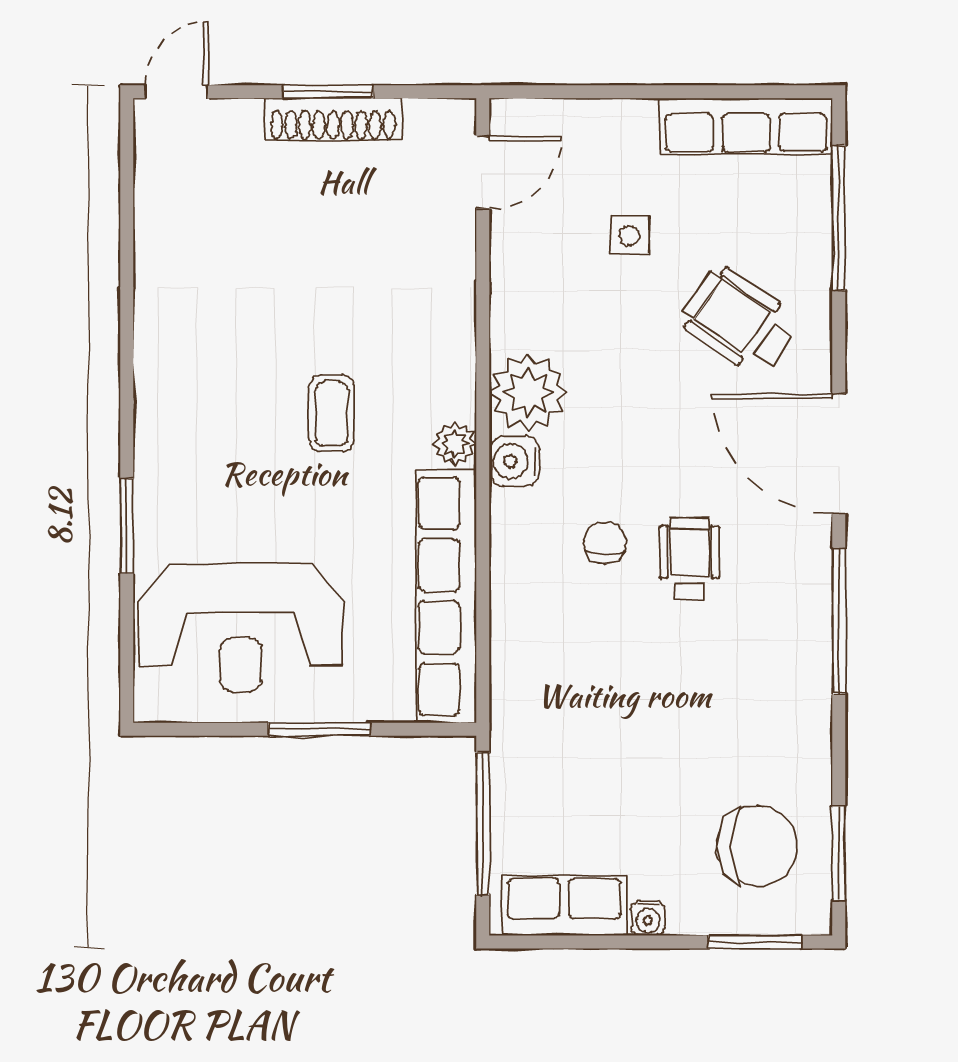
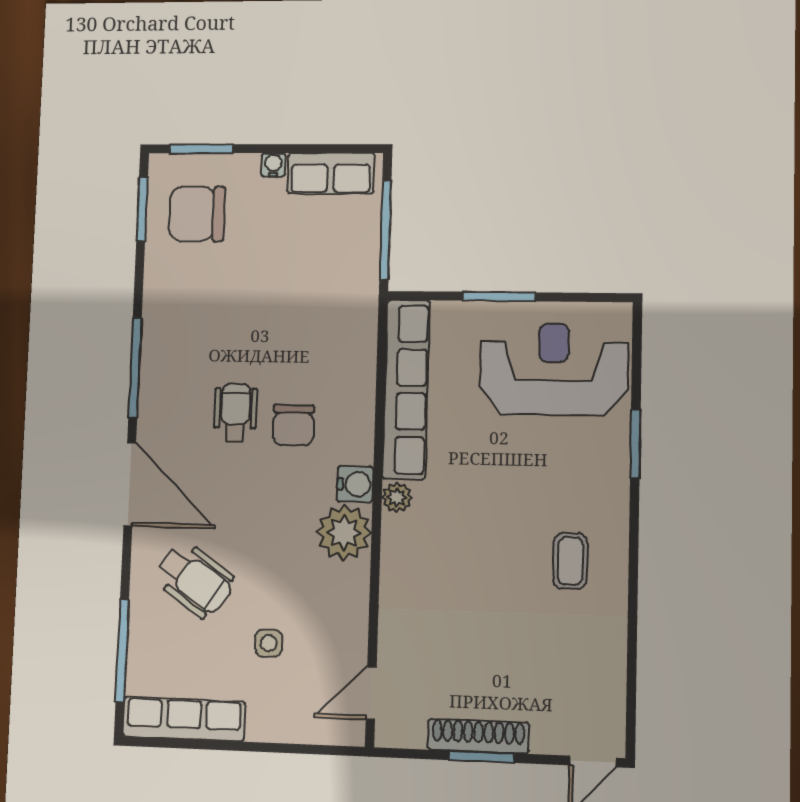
coffee table: (332, 413) -> (570, 561), moved
chair: (605, 543) -> (293, 425), width x1.37, depth x1.37
wheelchair: (689, 559) -> (235, 413), turned 180

